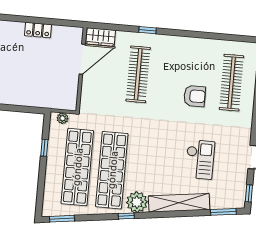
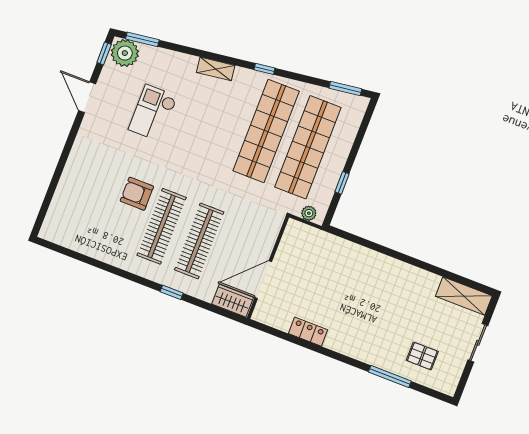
clothes rail: (231, 83) -> (162, 226), moved
plant: (137, 202) -> (125, 53), moved
shelving: (179, 203) -> (216, 69), width x0.45, depth x0.75

